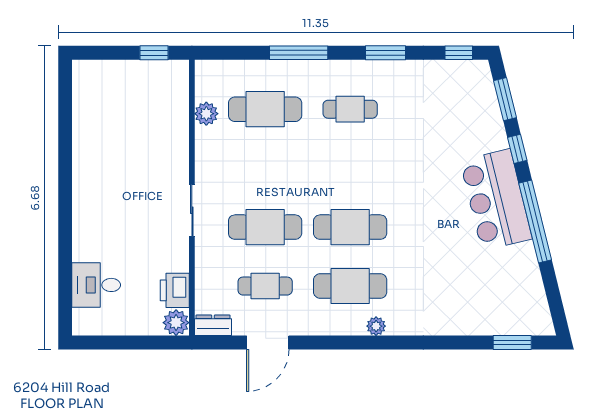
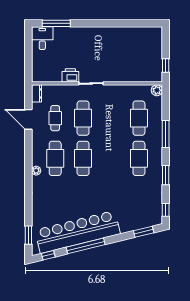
cafe table: (350, 109) -> (139, 158), width x1.37, depth x1.35
plant: (206, 114) -> (157, 90), moved
window: (517, 149) -> (48, 255), moved
bar counter: (496, 200) -> (78, 232), width x1.86
window: (65, 284) -> (56, 23), added
desk: (96, 285) -> (42, 38), moved
printer: (175, 290) -> (70, 75), moved
plant: (176, 323) -> (38, 76), removed

